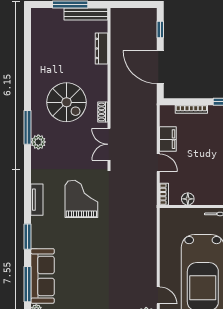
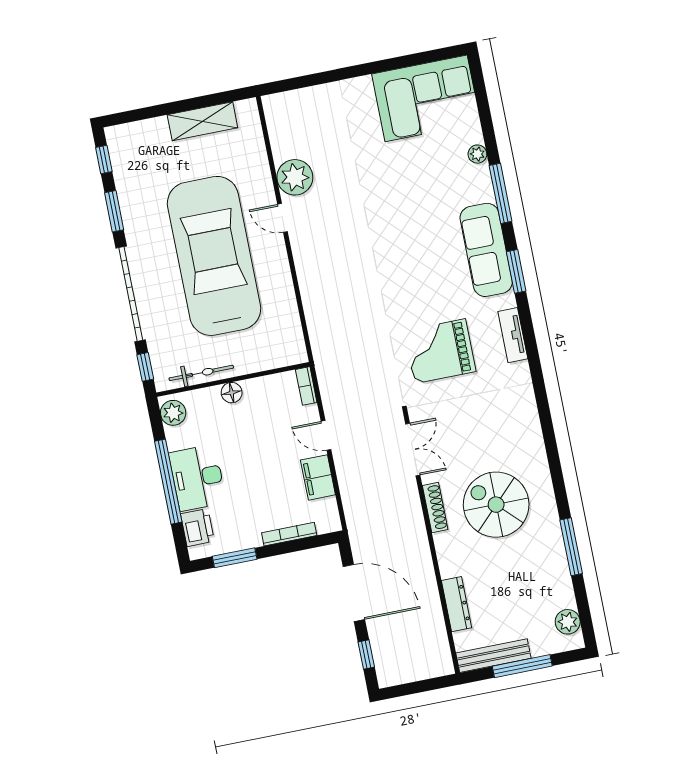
shoe rack: (103, 112) -> (435, 508), width x1.43
window: (27, 127) -> (571, 547), moved
plant: (38, 142) -> (568, 622), moved
grand piano: (81, 199) -> (440, 351), turned 90
floor lamp: (188, 199) -> (232, 393), moved
sofa: (43, 276) -> (486, 250), moved

